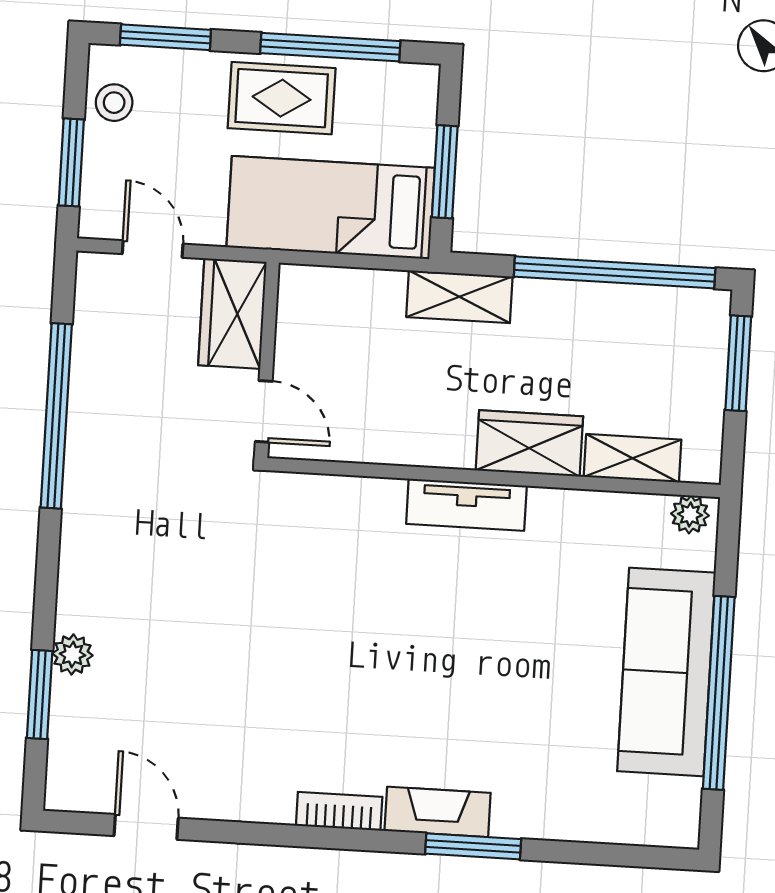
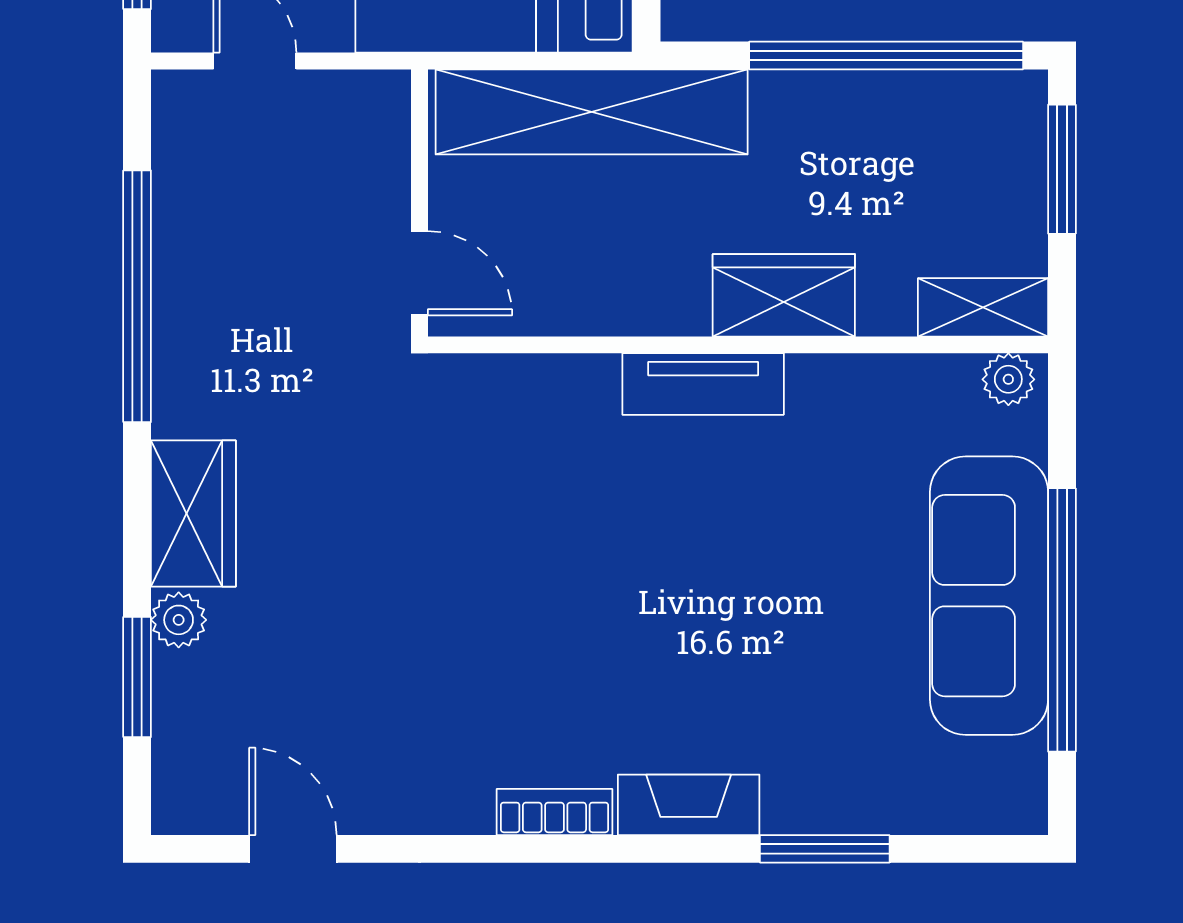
shelving: (459, 297) -> (592, 112), width x2.20, depth x1.33
wardrobe: (232, 314) -> (193, 513), moved, turned 180
shelving: (632, 458) -> (983, 307), moved
window: (473, 846) -> (825, 849), moved

